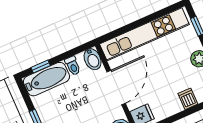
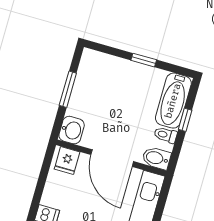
window: (41, 67) -> (185, 120), moved

